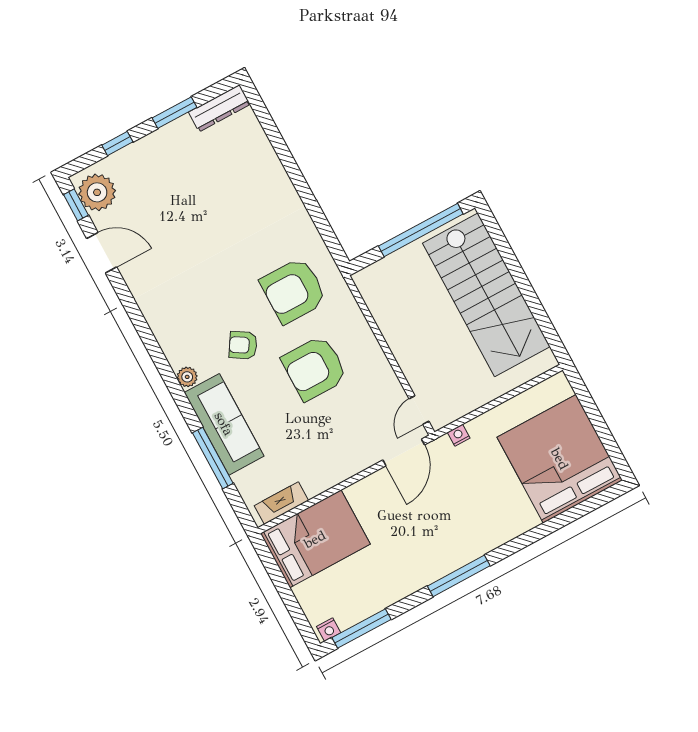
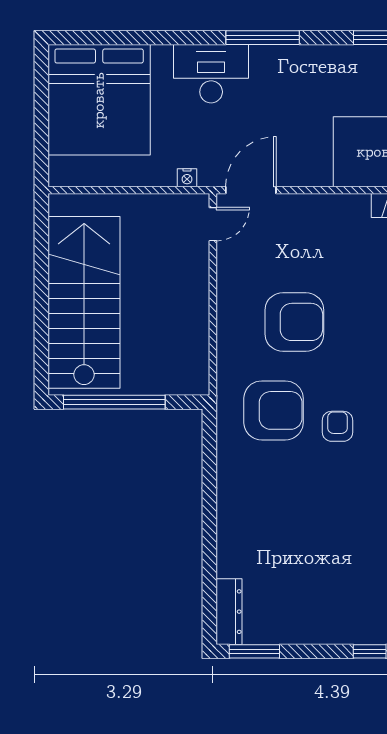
dresser: (219, 108) -> (229, 612), moved, turned 90
window: (175, 113) -> (254, 651), moved
armchair: (243, 345) -> (337, 426), moved, turned -122
desk: (484, 526) -> (211, 74), added

